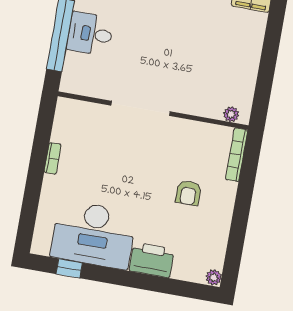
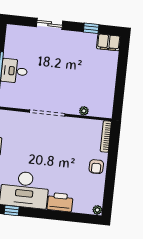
plant: (231, 114) -> (84, 111), moved
armchair: (188, 193) -> (96, 167), moved

